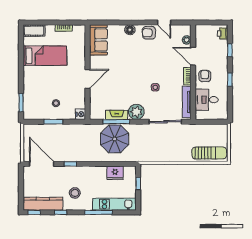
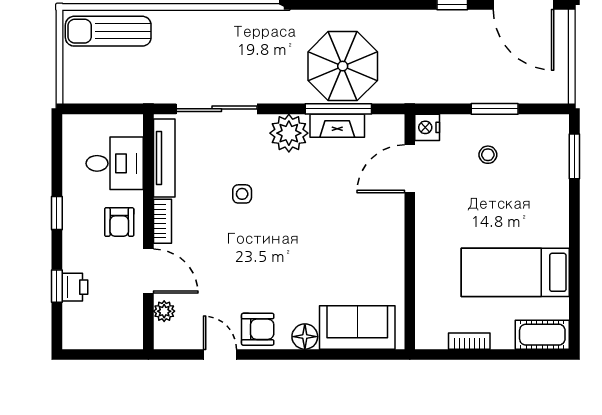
printer: (223, 33) -> (75, 287), moved
sofa: (98, 40) -> (357, 327), moved, turned 90
door: (88, 79) -> (410, 169), moved

